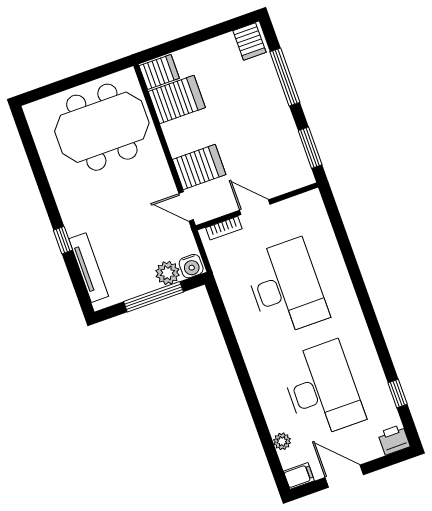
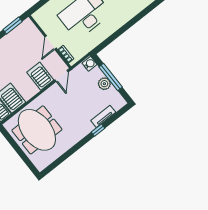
tv unit: (89, 268) -> (103, 116), width x0.71
plant: (168, 273) -> (104, 84), moved

